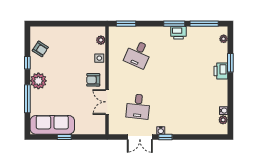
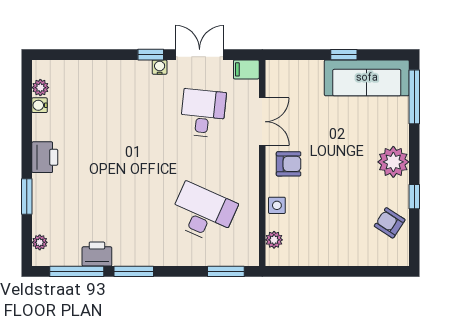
printer: (178, 33) -> (97, 254), moved
desk: (138, 54) -> (203, 213), width x1.37
printer: (221, 71) -> (45, 157), moved
window: (27, 99) -> (414, 97), moved
filing cabinet: (115, 129) -> (246, 69), added

